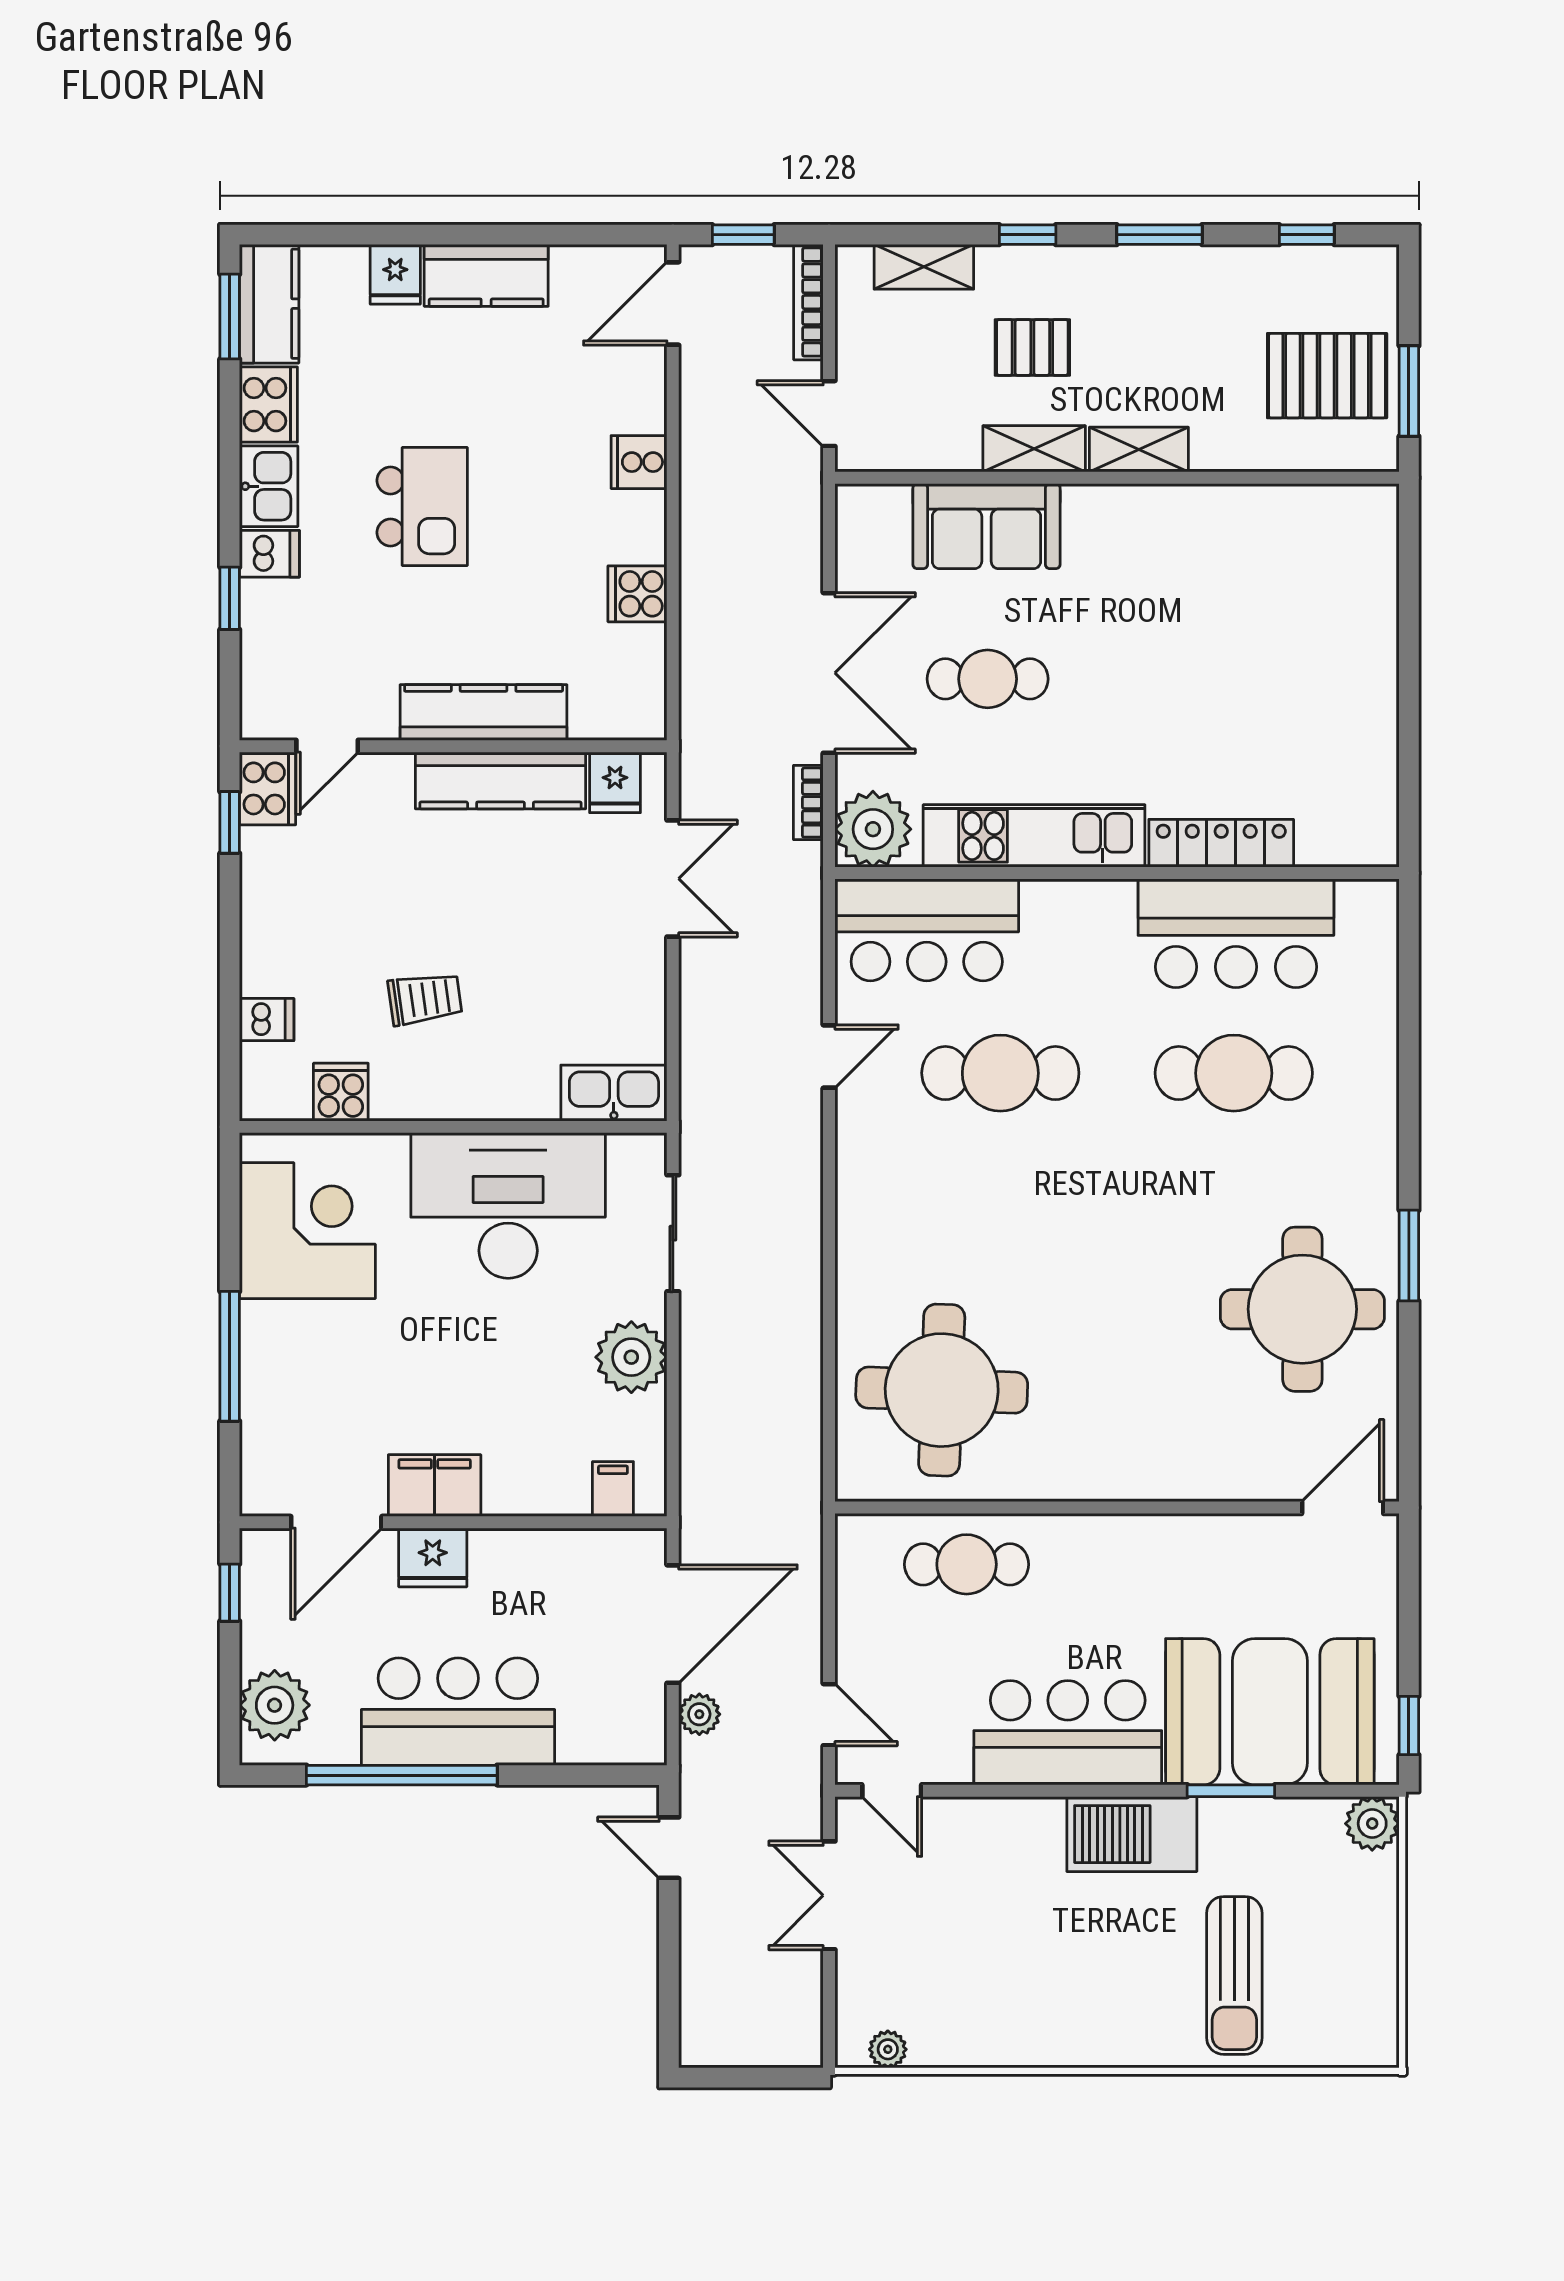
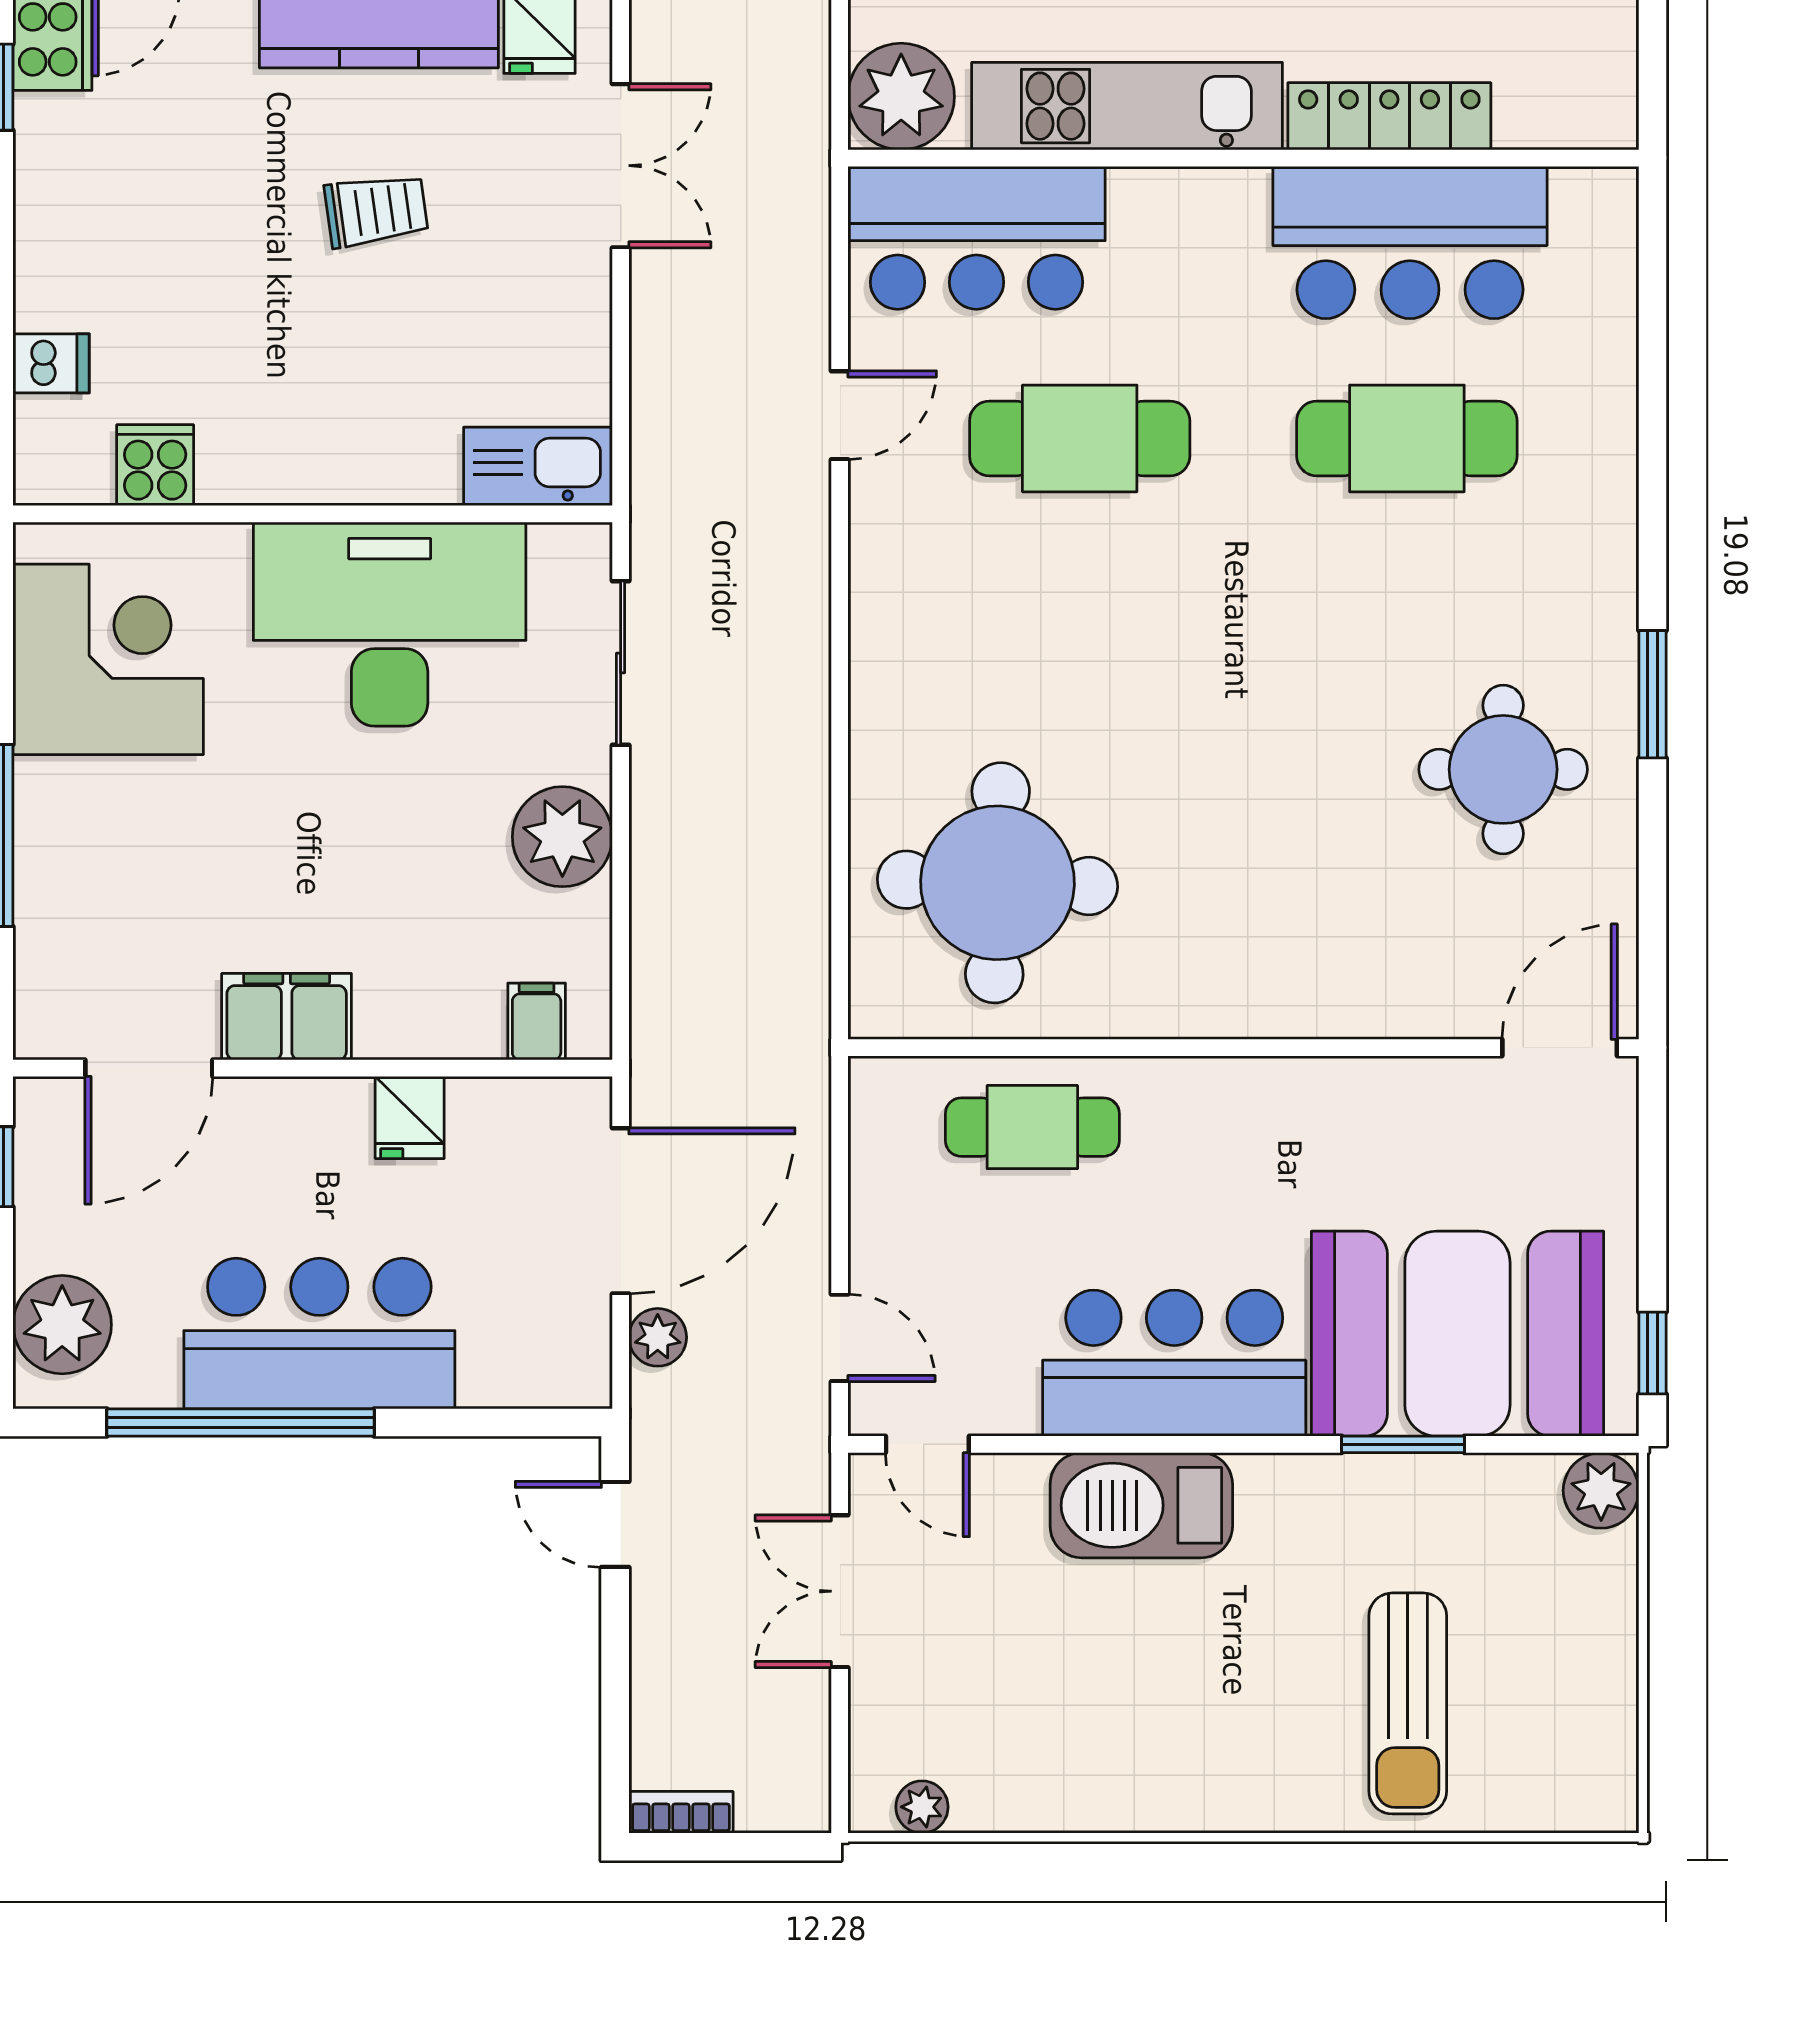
bookcase: (808, 803) -> (681, 1812), moved, turned 90
trolley: (425, 999) -> (376, 210), moved
round table: (1302, 1309) -> (1503, 769), width x0.73, depth x0.73
fridge: (433, 1557) -> (410, 1117), moved, width x0.72
barbecue: (1132, 1834) -> (1141, 1505), moved

